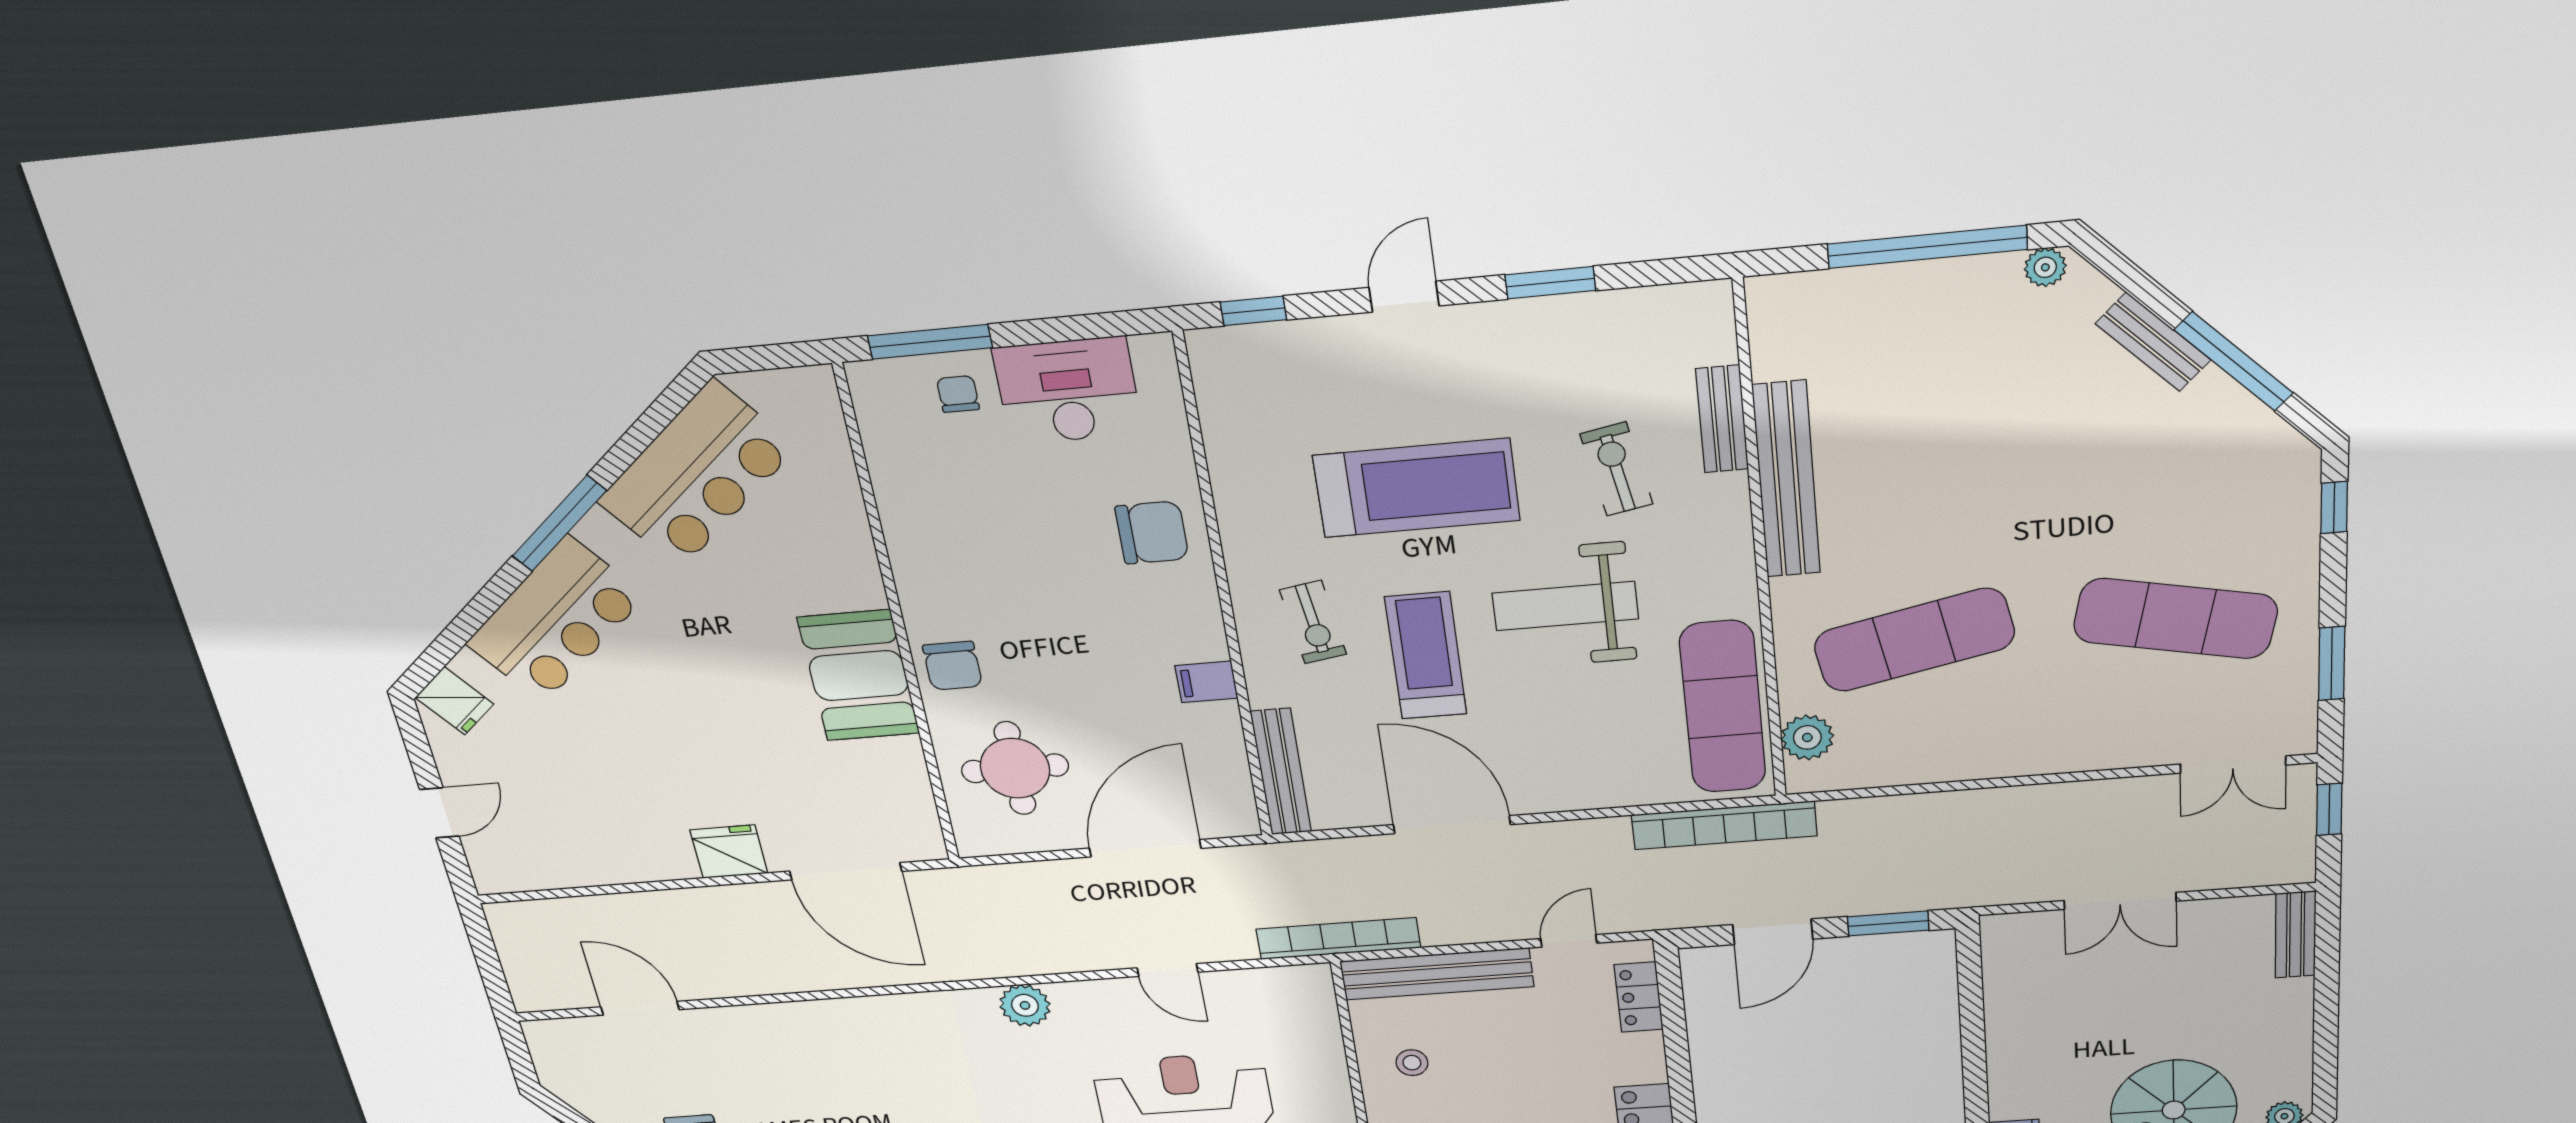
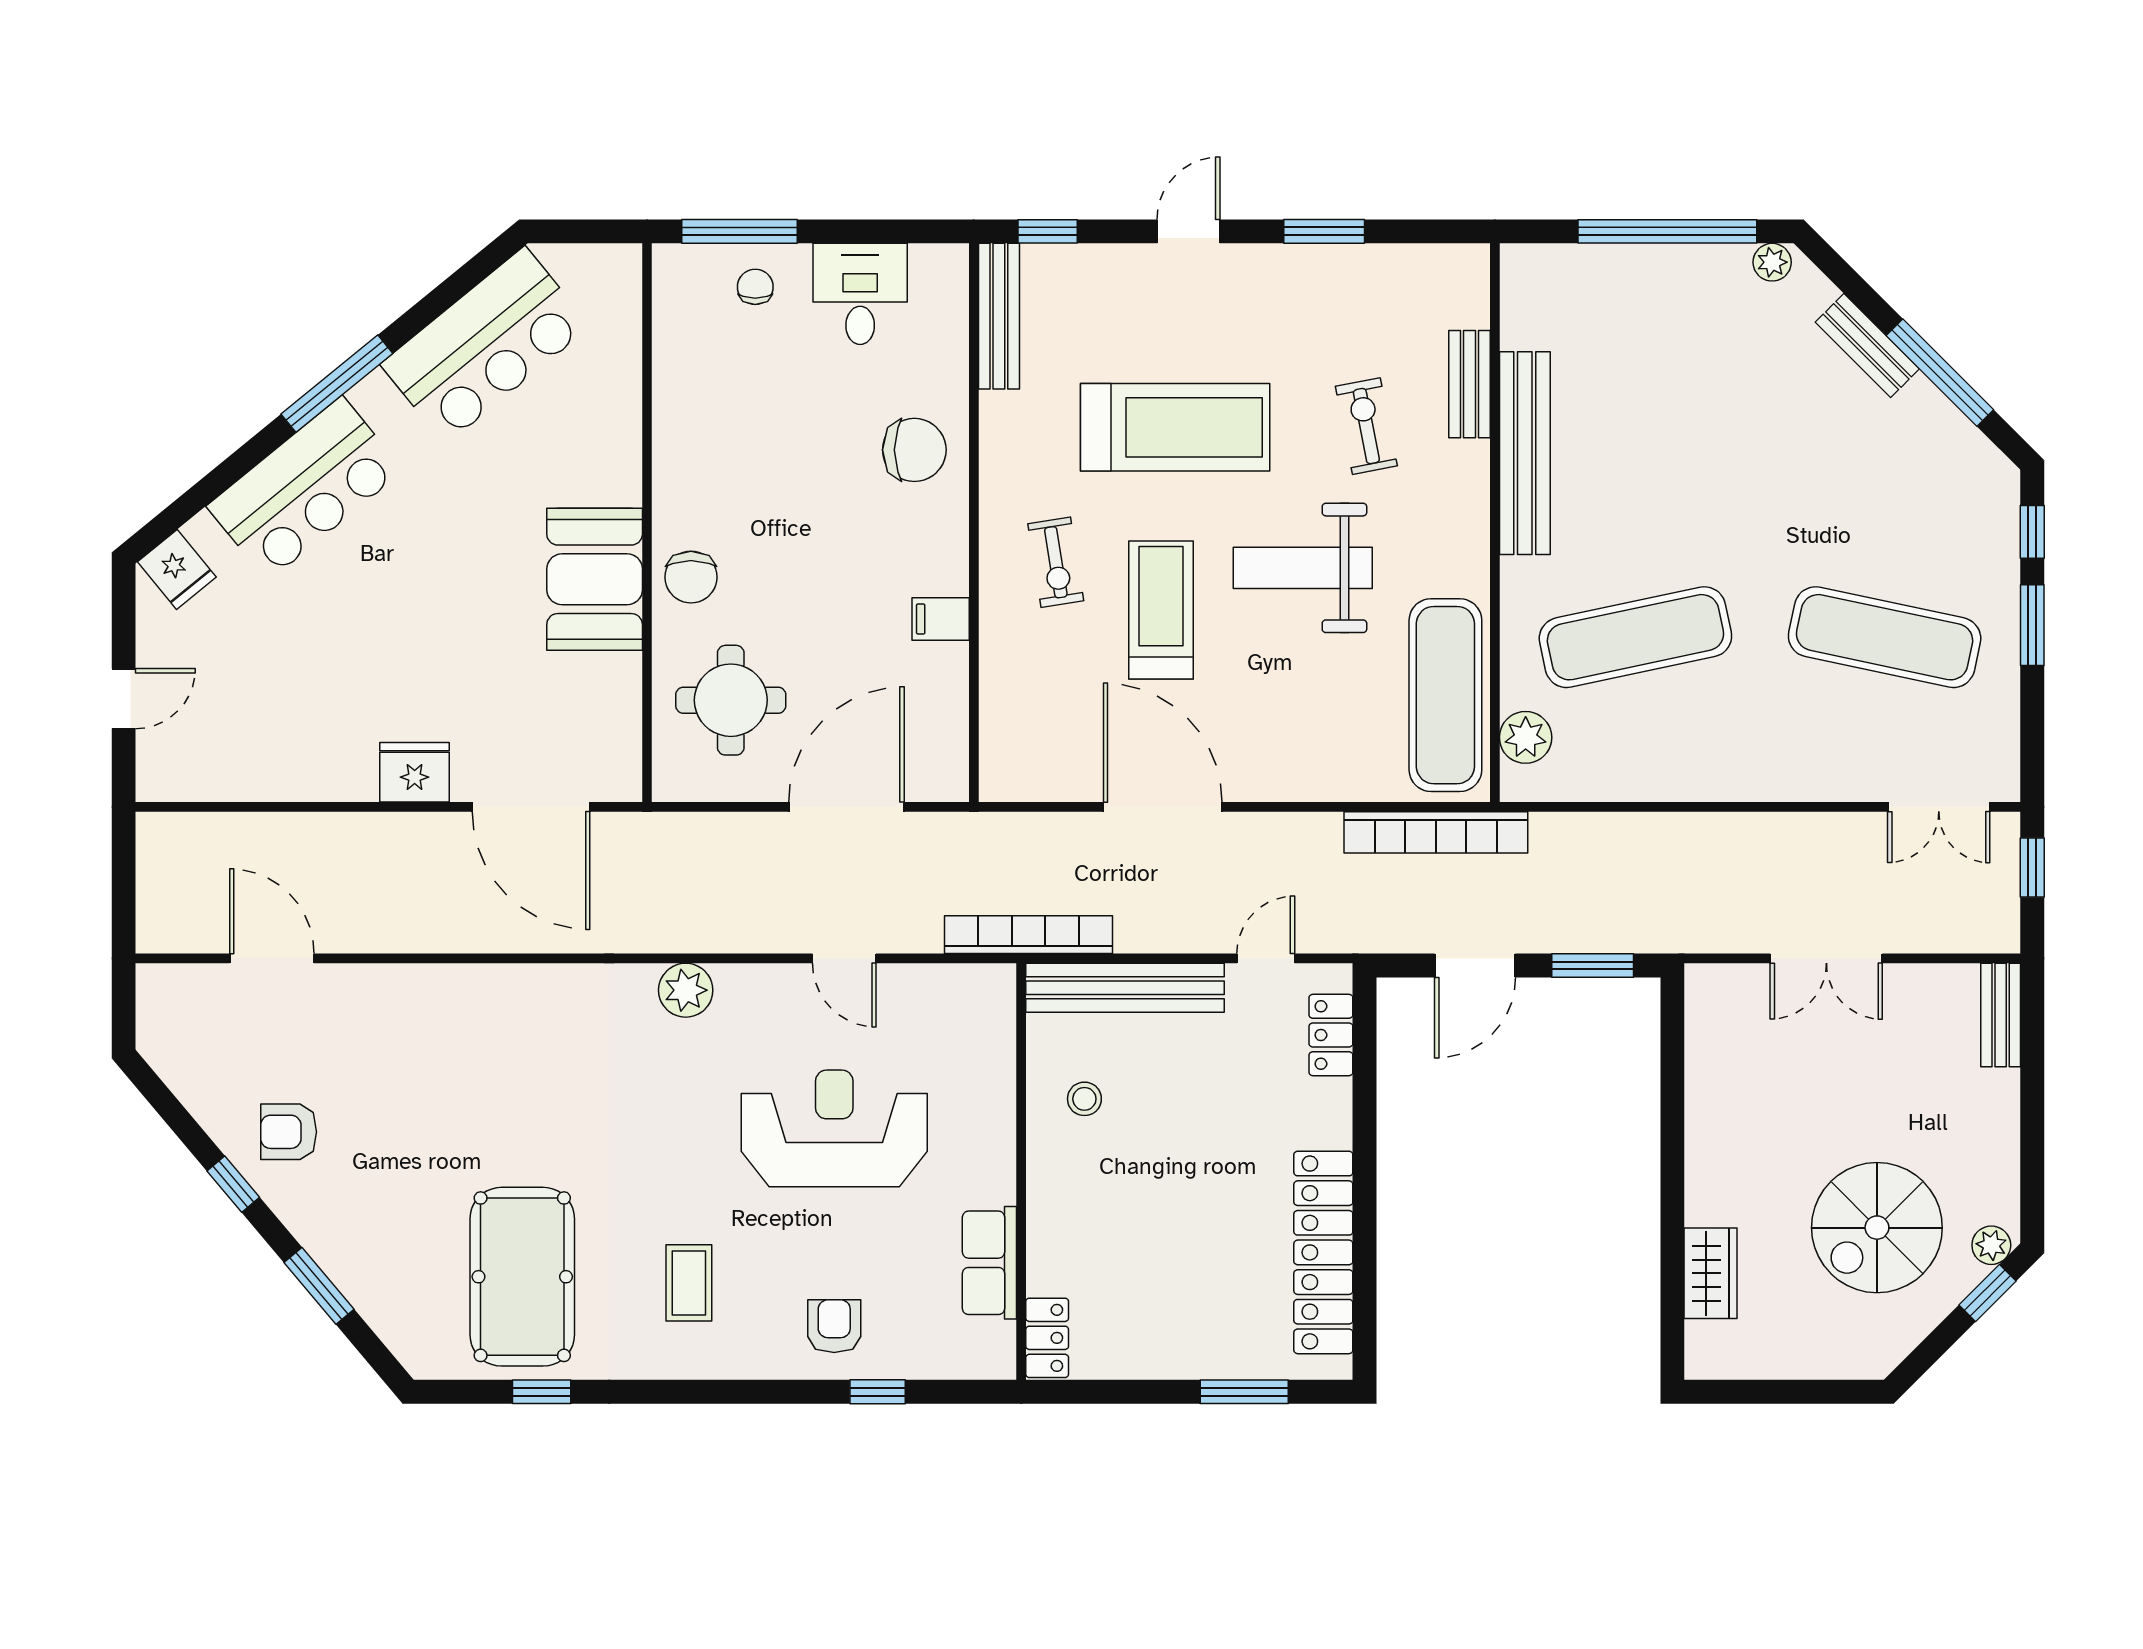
desk: (1068, 391) -> (860, 294), width x0.73
window: (2332, 663) -> (2032, 625), moved
bench: (1281, 772) -> (999, 316), moved

